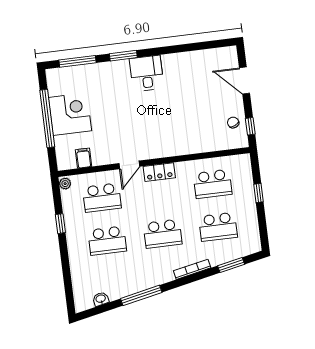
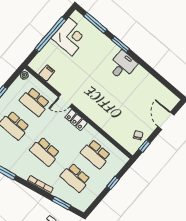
corner desk: (70, 114) -> (70, 37), moved

